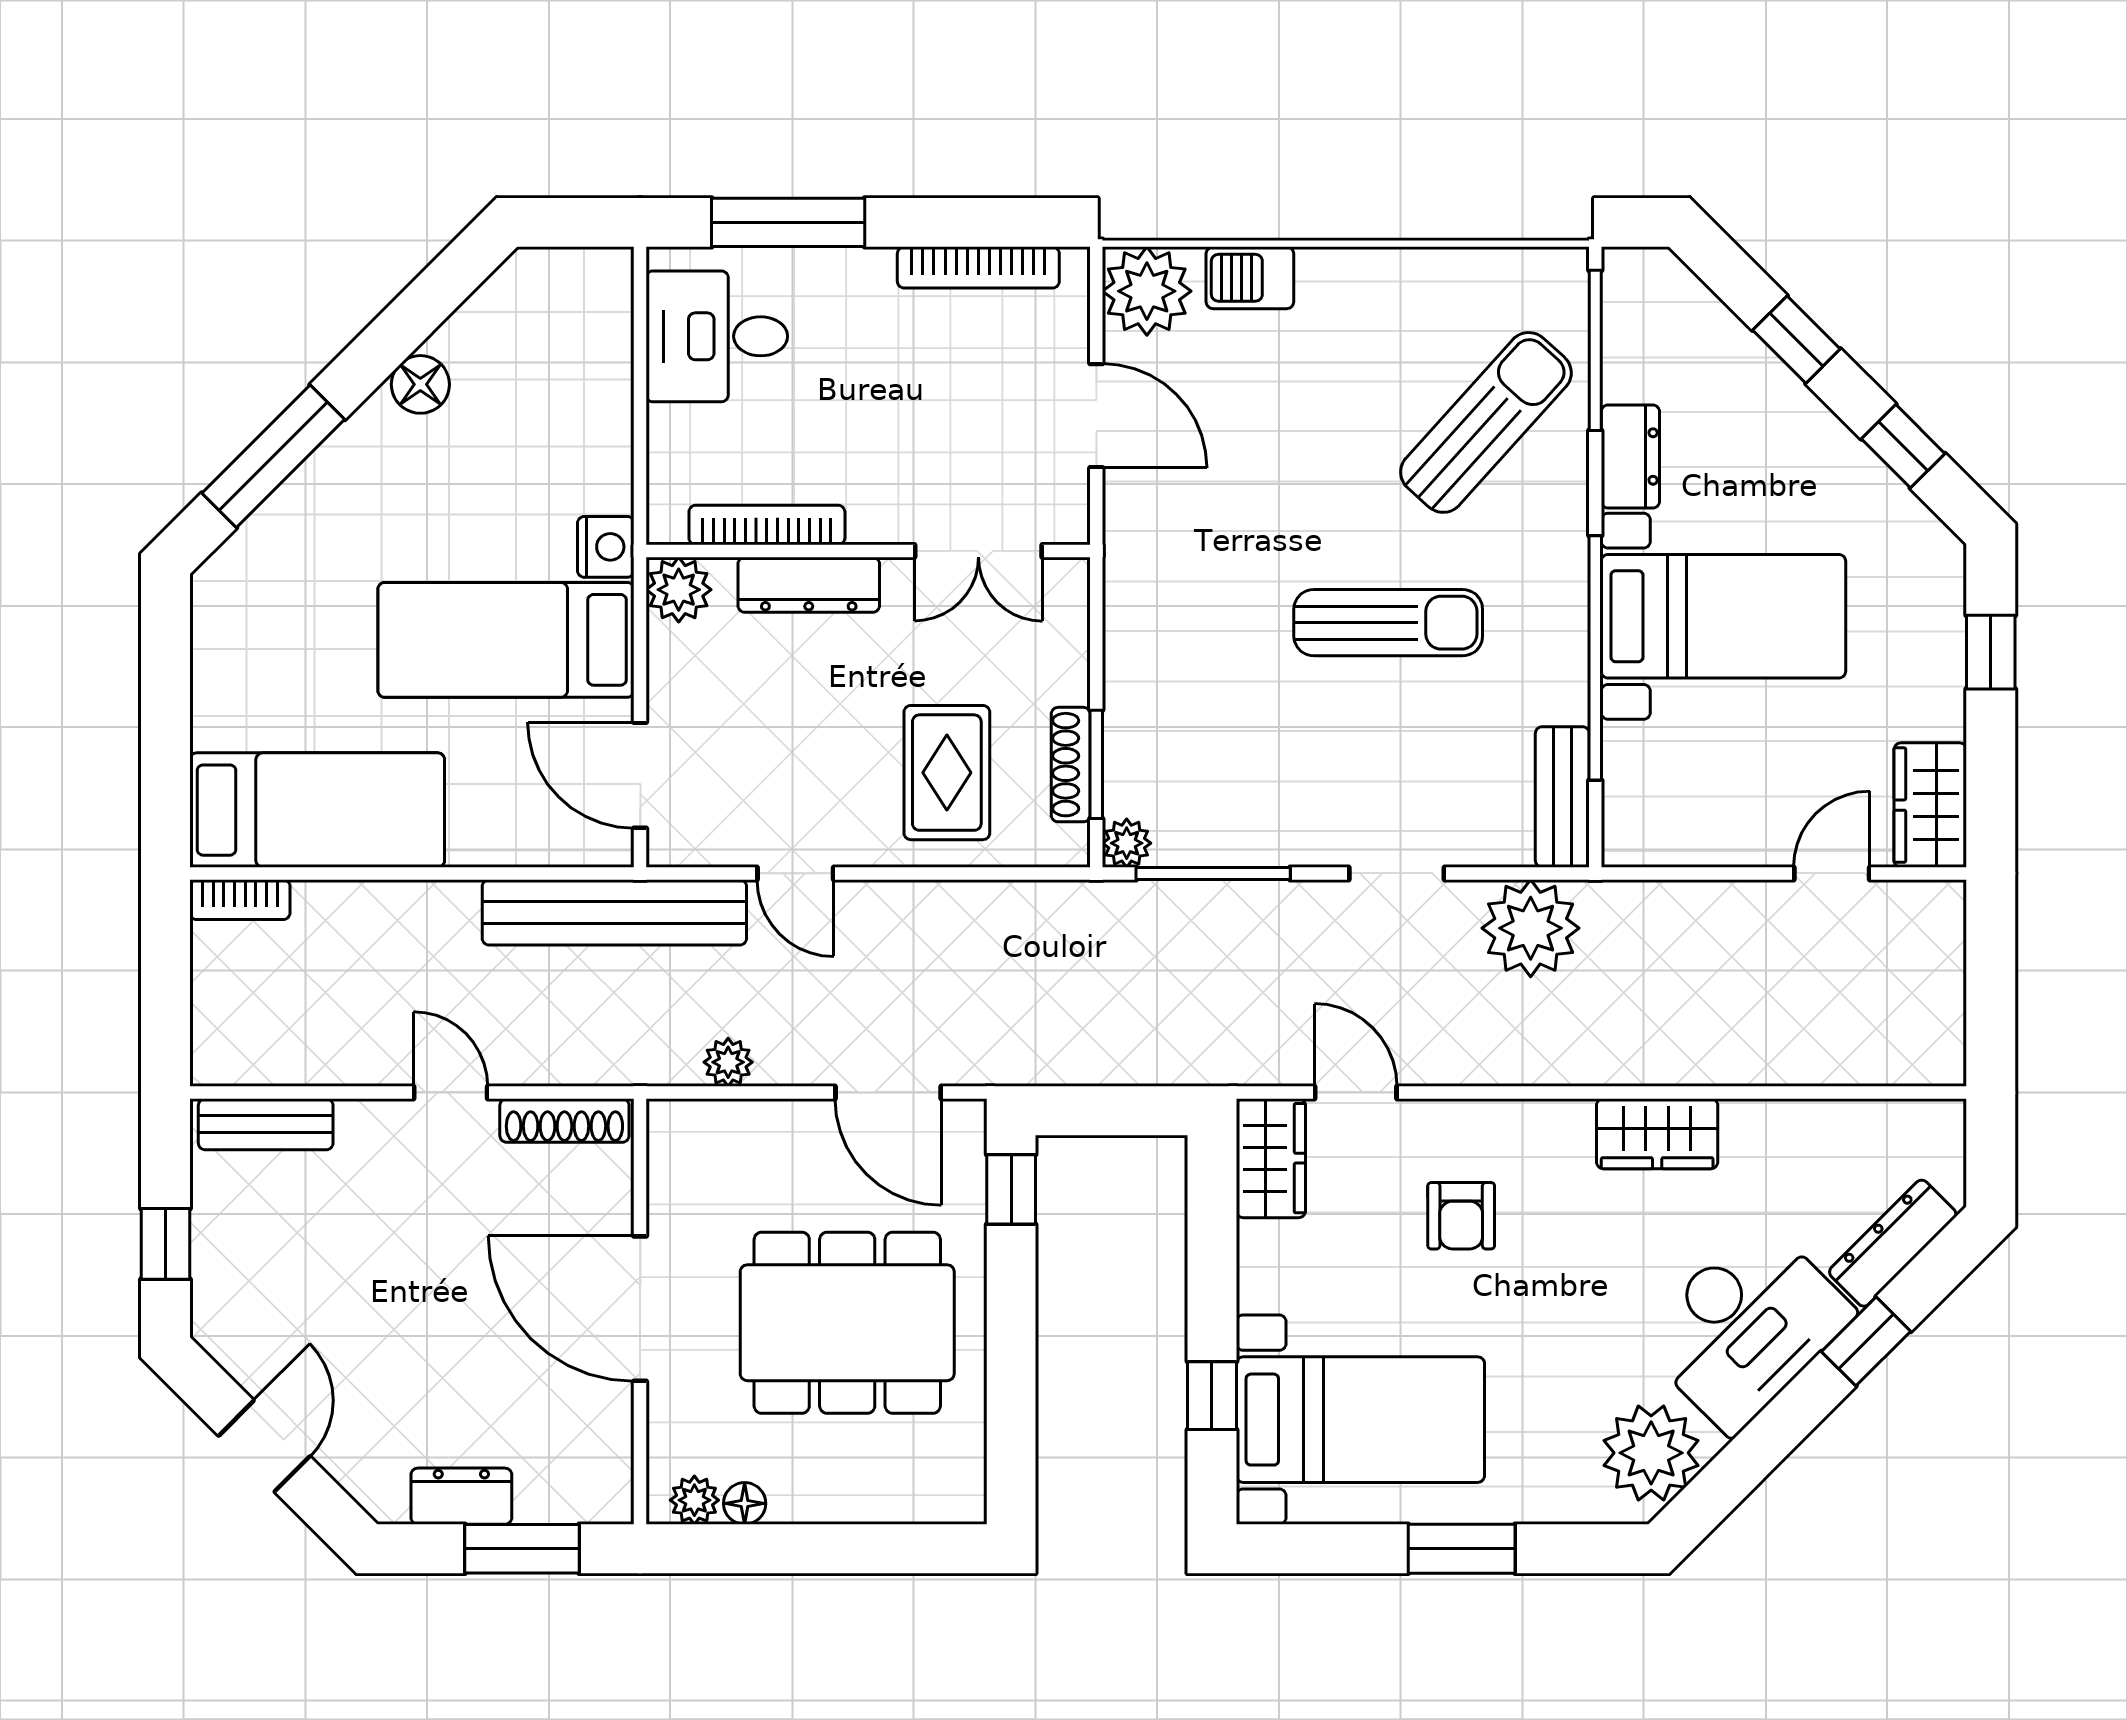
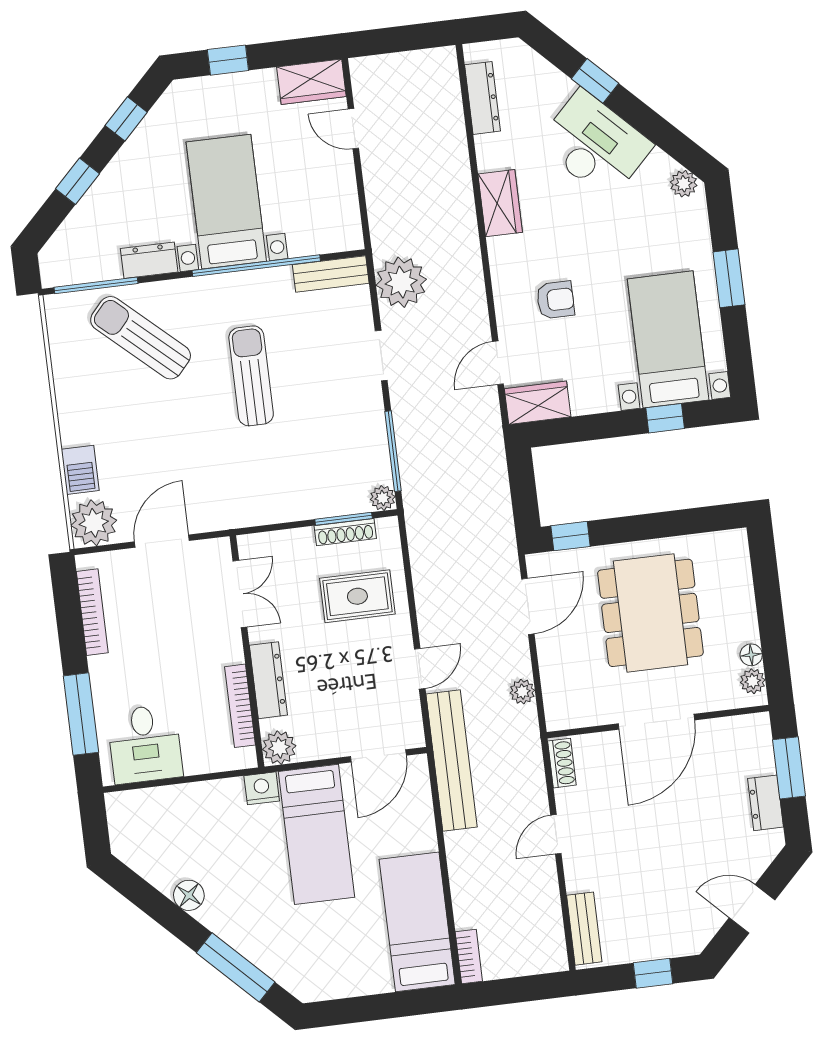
shoe rack: (564, 1120) -> (562, 763), width x0.70
dresser: (1893, 1243) -> (483, 98), moved, turned -135
plant: (1651, 1453) -> (684, 184), width x0.53, depth x0.53

